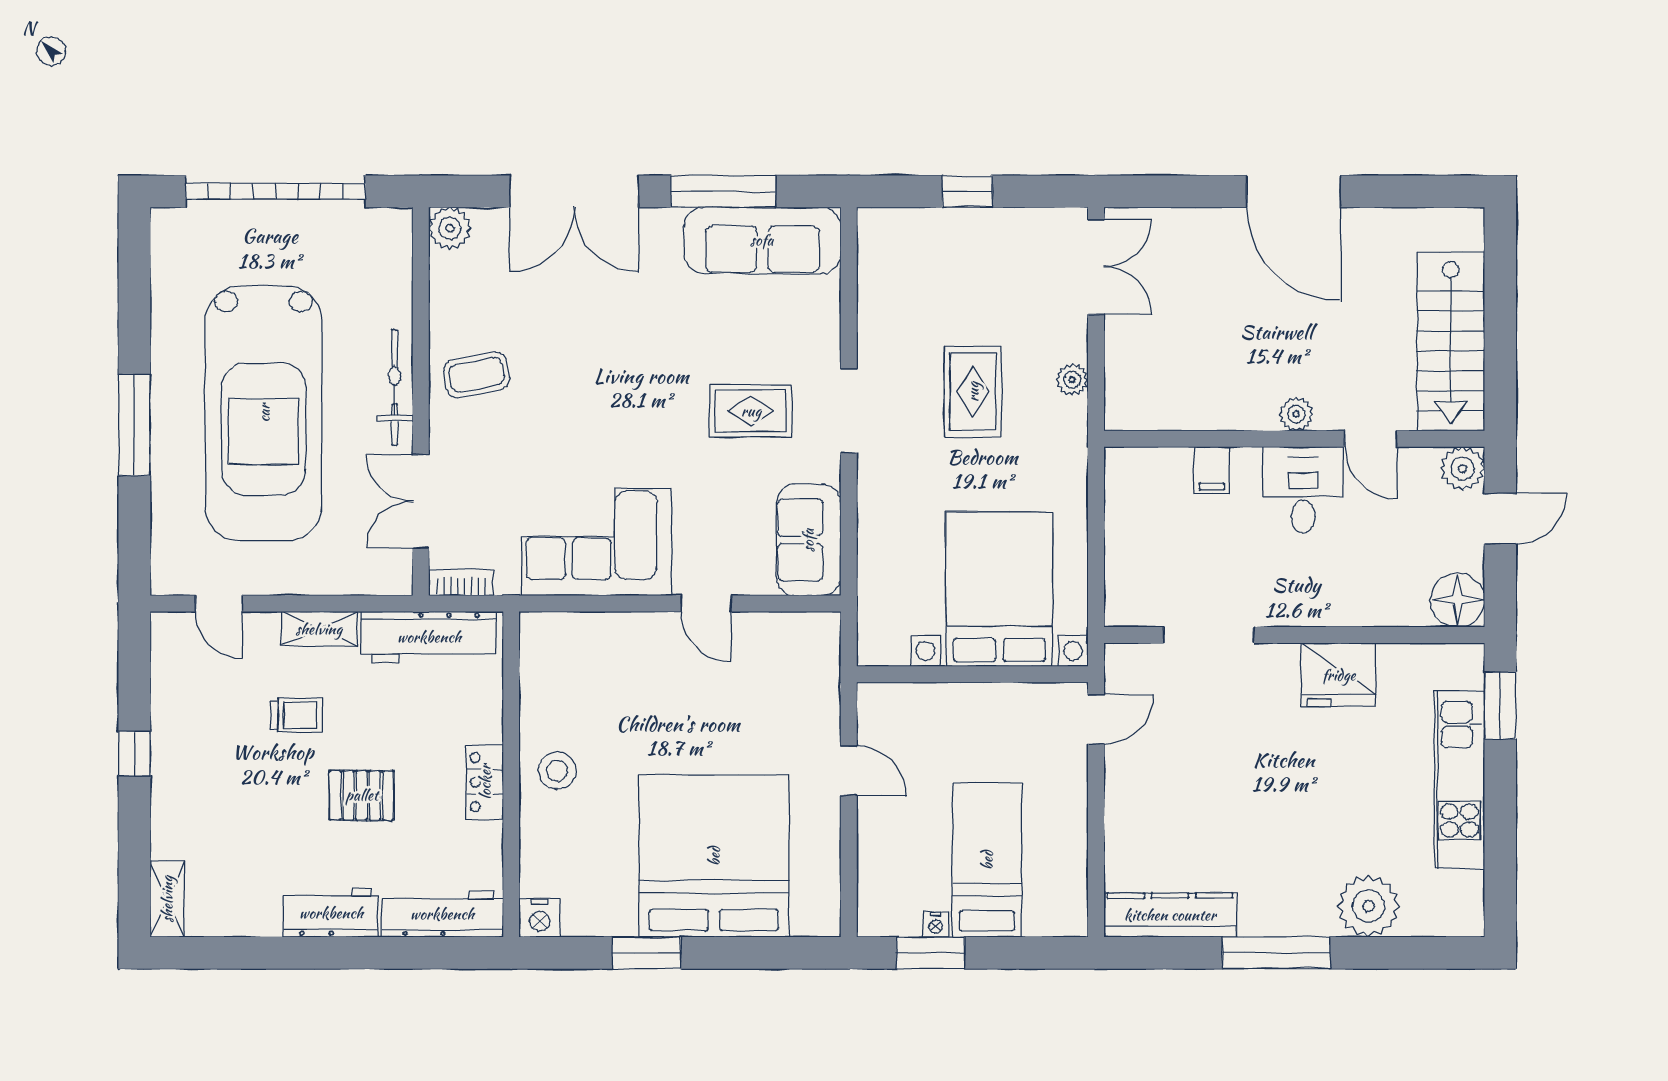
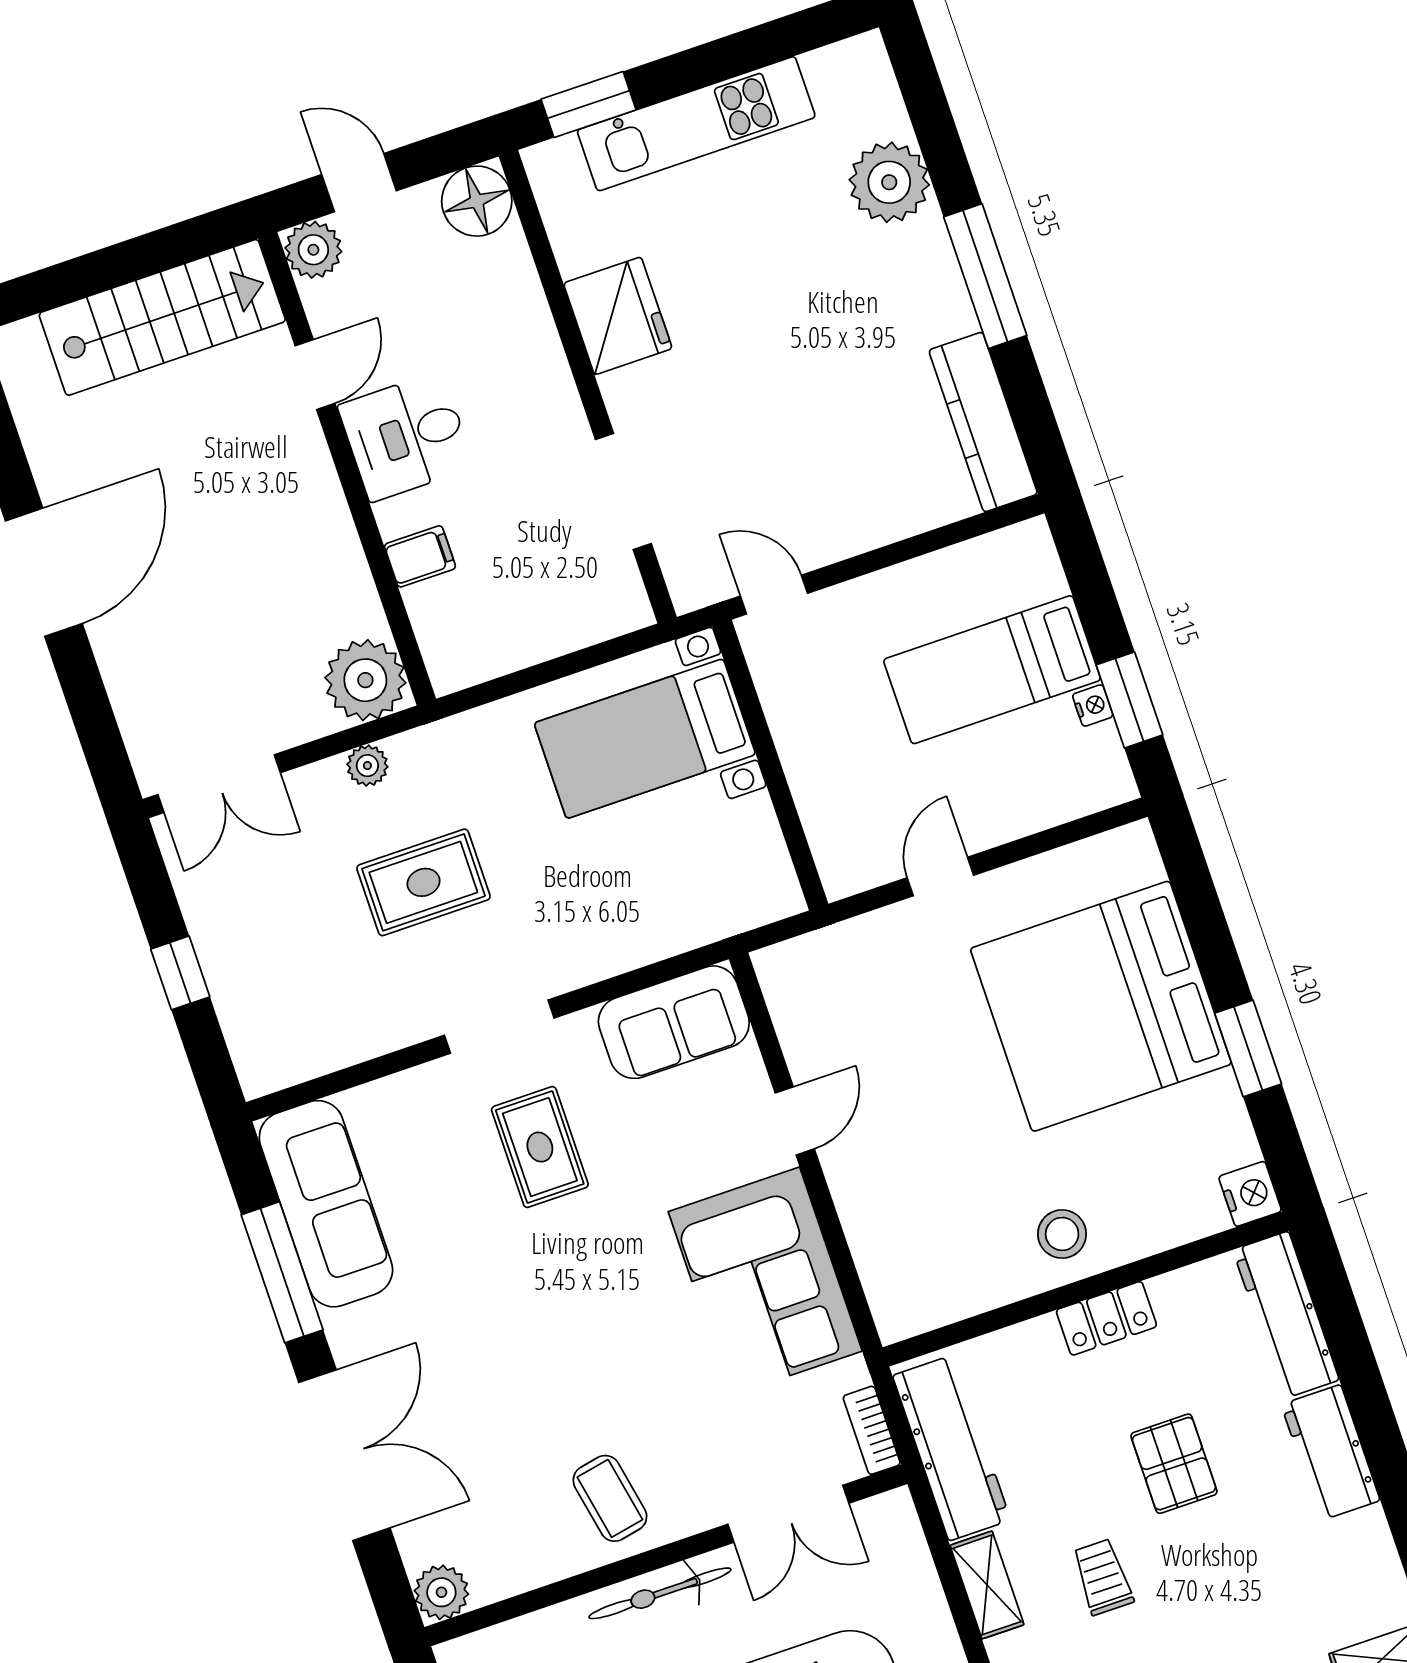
double door: (1096, 267) -> (219, 784), swing flipped
plant: (1296, 414) -> (365, 680), moved, width x1.88, depth x1.88
bed with nightstands: (999, 589) -> (645, 739), width x0.73

